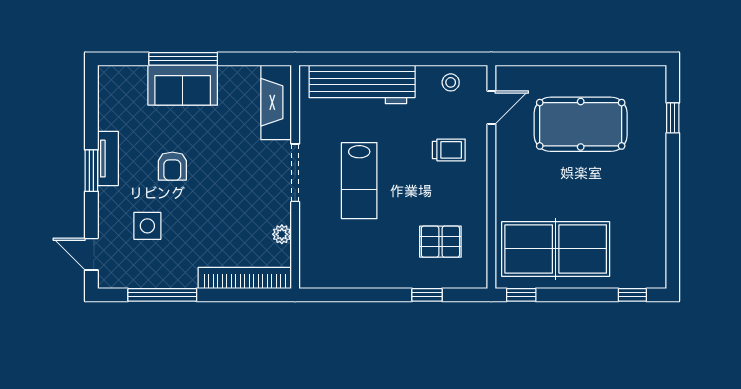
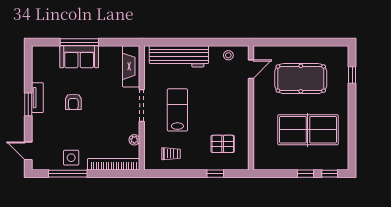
trolley: (449, 150) -> (171, 154), moved
lab bench: (359, 181) -> (177, 110), turned 180
side table: (147, 226) -> (71, 158), moved
table tennis table: (556, 249) -> (308, 130), moved
window: (521, 295) -> (306, 174), moved

